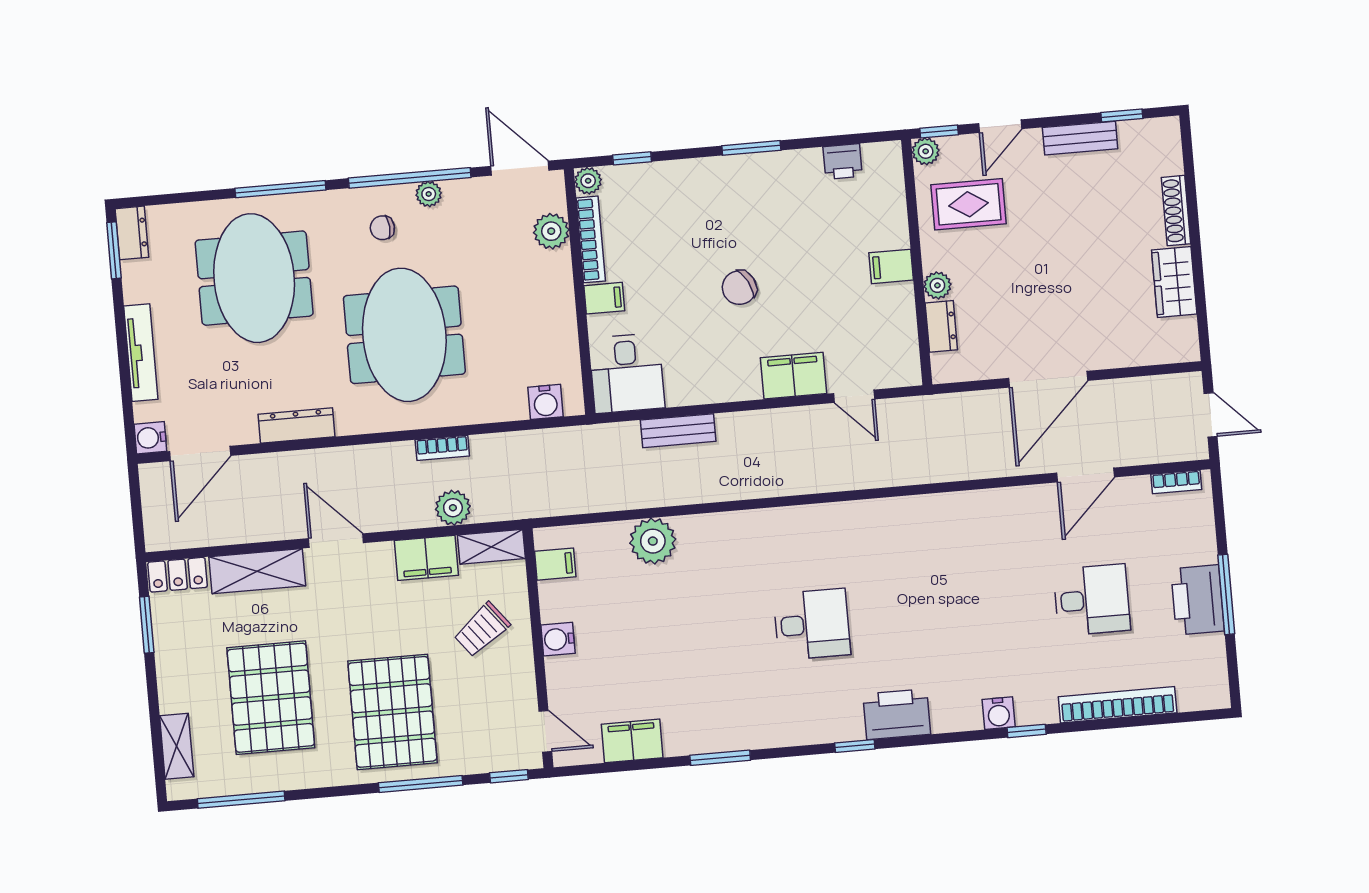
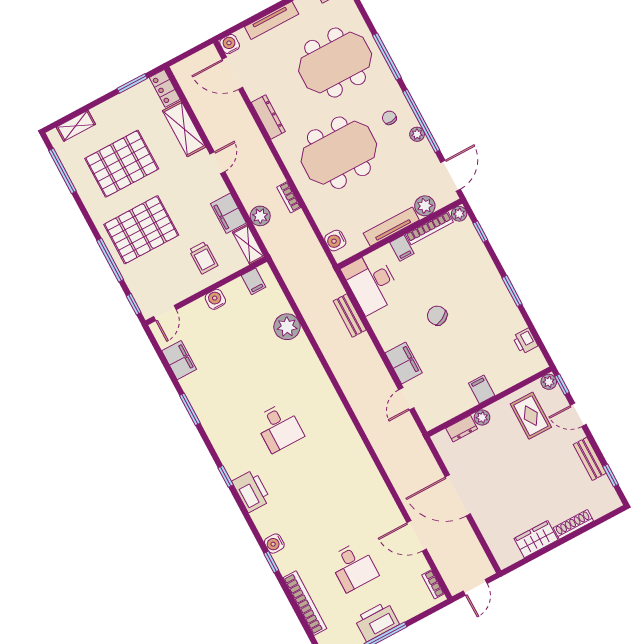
tv unit: (562, 301) -> (391, 227), added
desk: (627, 373) -> (372, 283), width x1.37
door: (336, 541) -> (217, 163), width x0.73
trolley: (482, 630) -> (204, 258), turned -142

